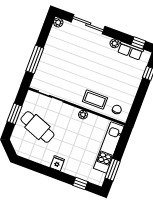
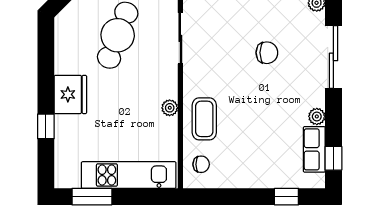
chair: (74, 56) -> (267, 53), added
fridge: (57, 163) -> (70, 94), width x1.88, depth x1.34
window: (80, 184) -> (46, 126), moved

